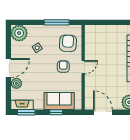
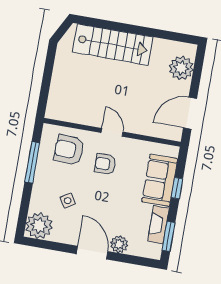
fireplace: (22, 105) -> (158, 225), moved

